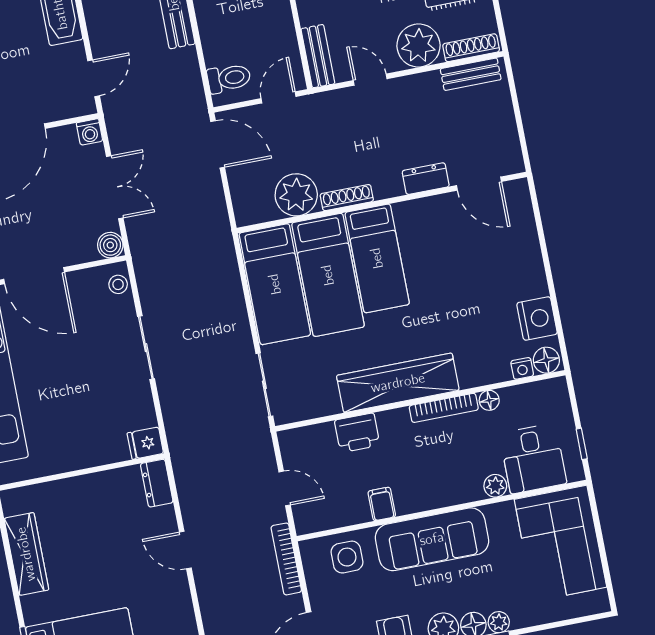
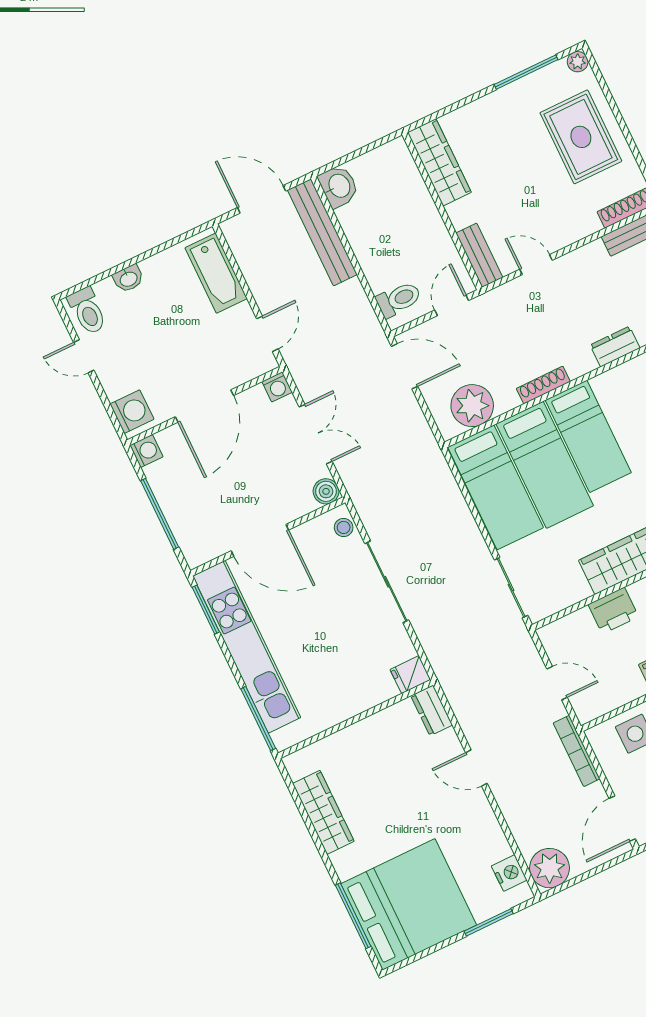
plant: (418, 46) -> (574, 219), removed
plant: (296, 195) -> (472, 406), moved
sliding door: (146, 348) -> (387, 582), width x1.37

